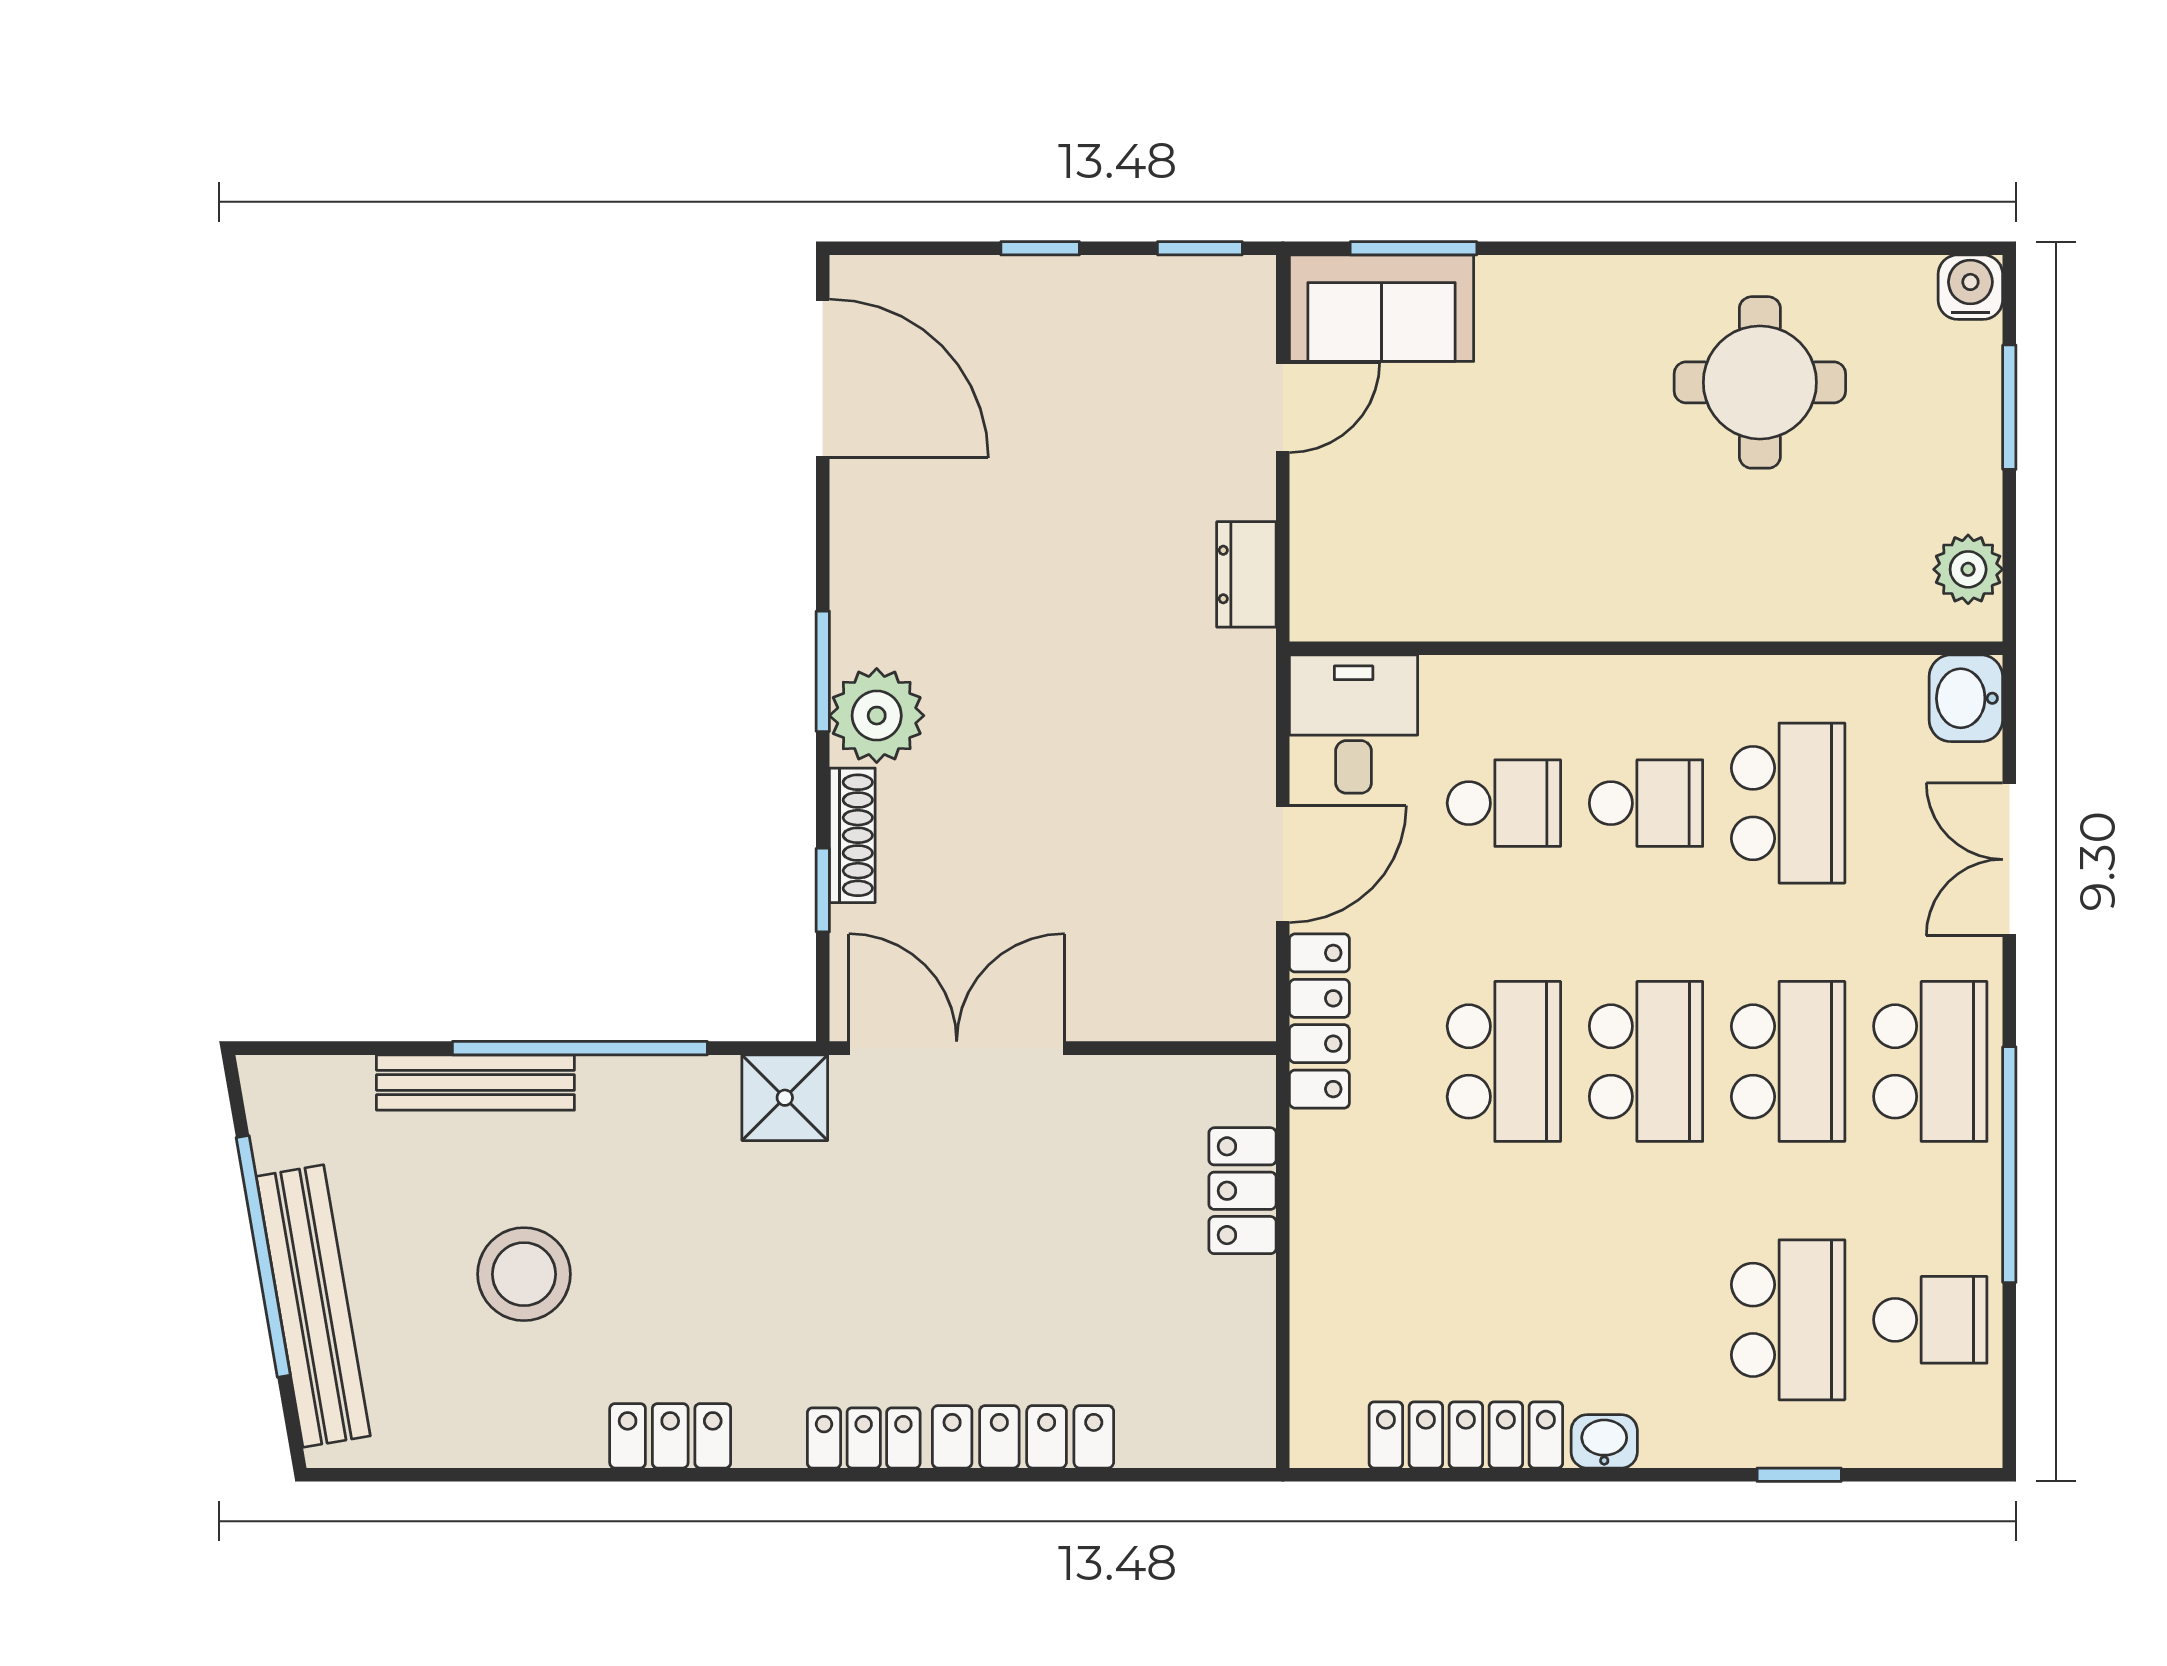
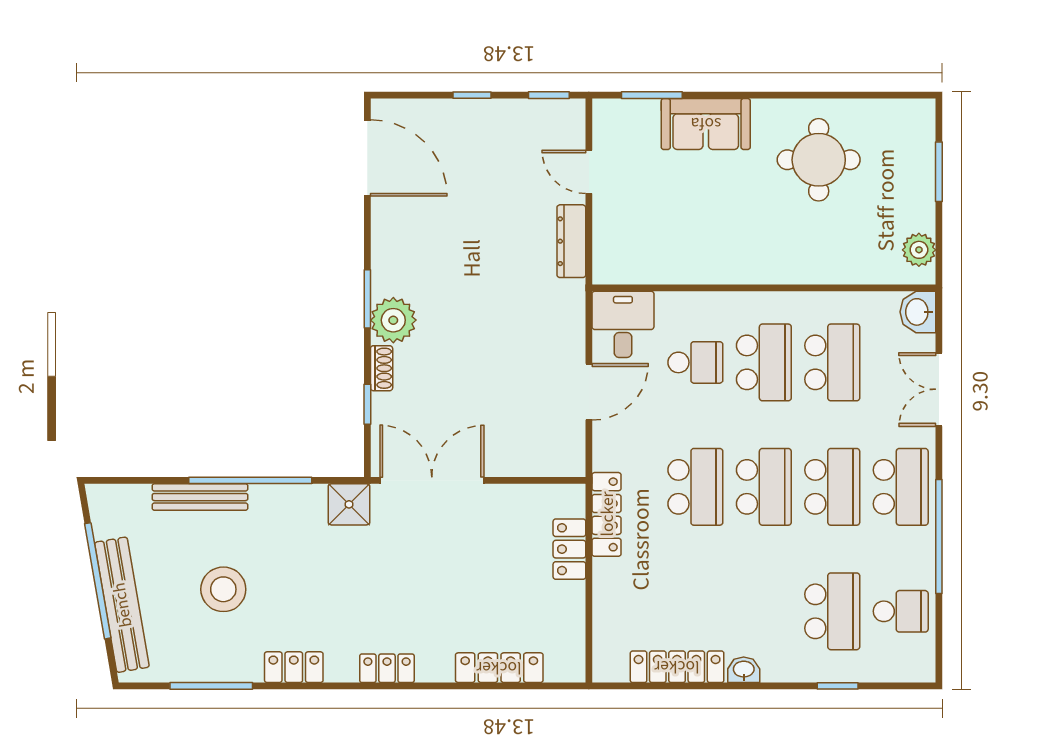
water cooler: (1970, 287) -> (920, 114), removed
sofa: (1382, 308) -> (706, 124), moved
door: (1283, 407) -> (589, 172), swing flipped
dresser: (1246, 574) -> (571, 241), width x1.44
school desk: (1646, 803) -> (764, 362), width x1.85
shoe rack: (852, 835) -> (382, 368), width x0.70
locker: (1319, 1021) -> (607, 514), moved
locker: (1023, 1437) -> (499, 668), moved
window: (499, 1475) -> (211, 686), added

